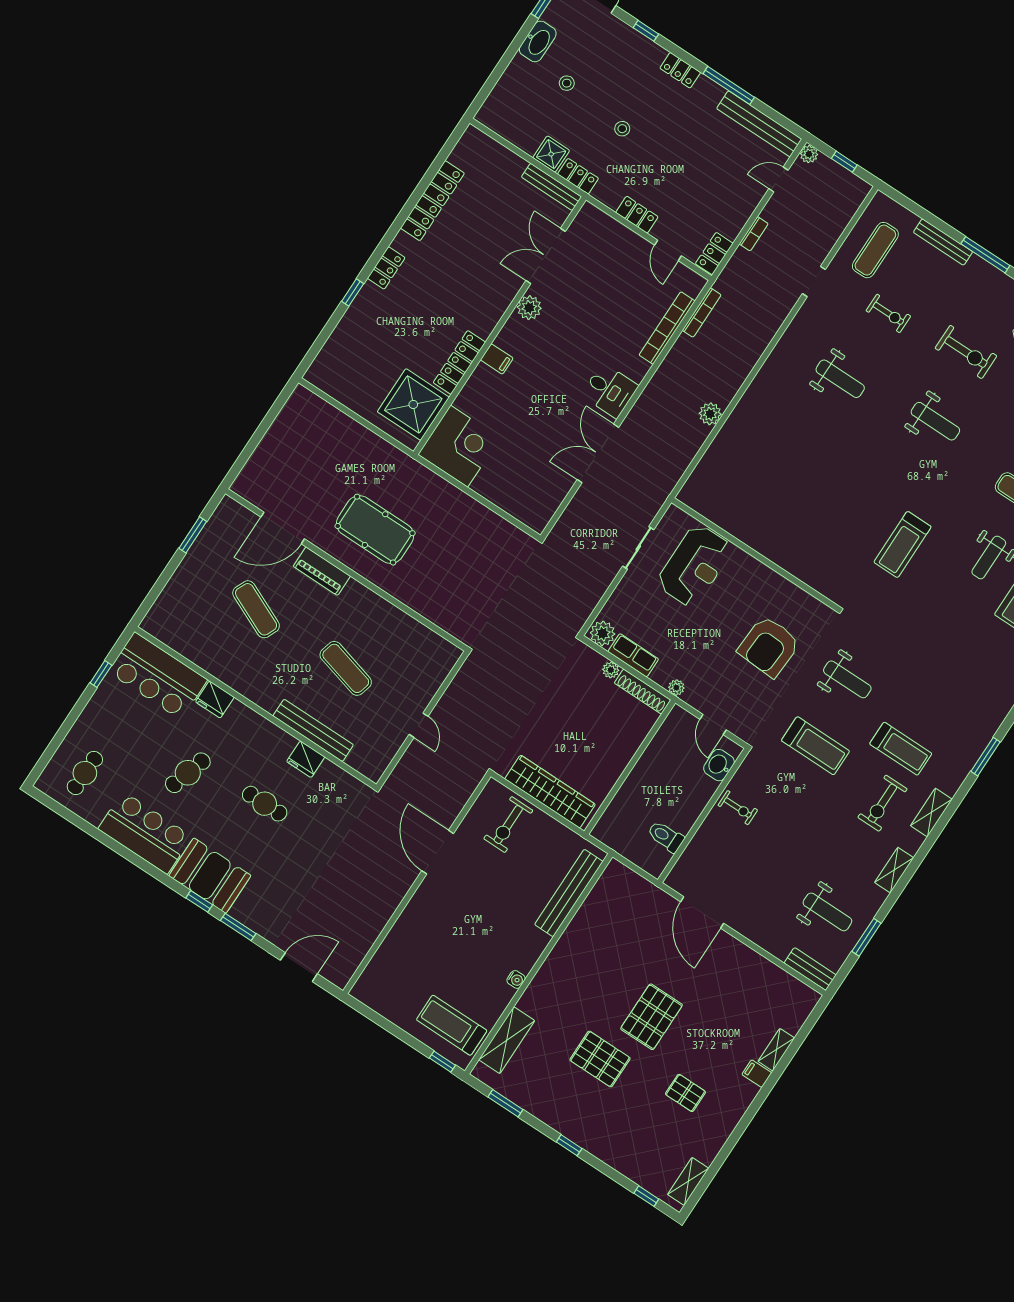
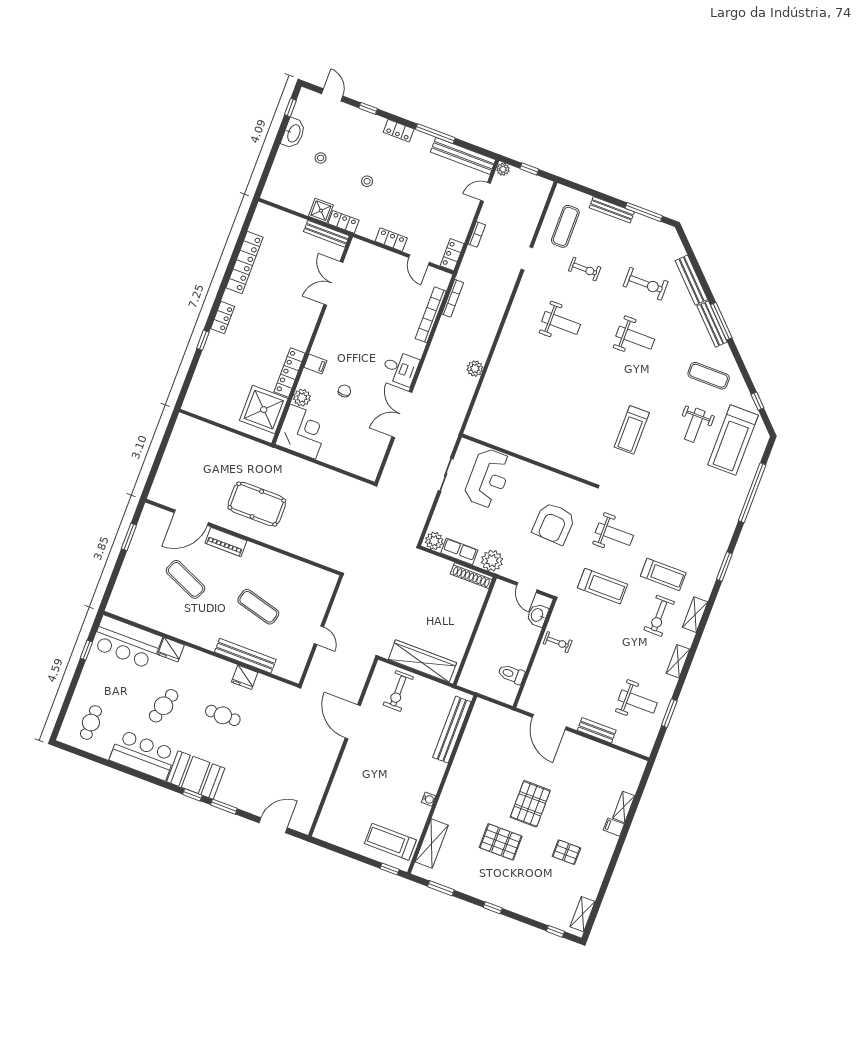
plant: (529, 308) -> (302, 398), moved
chair: (528, 404) -> (344, 391), added
plant: (611, 670) -> (446, 565), removed
plant: (676, 688) -> (492, 561), width x1.88, depth x1.88
bench: (810, 969) -> (597, 730), moved

